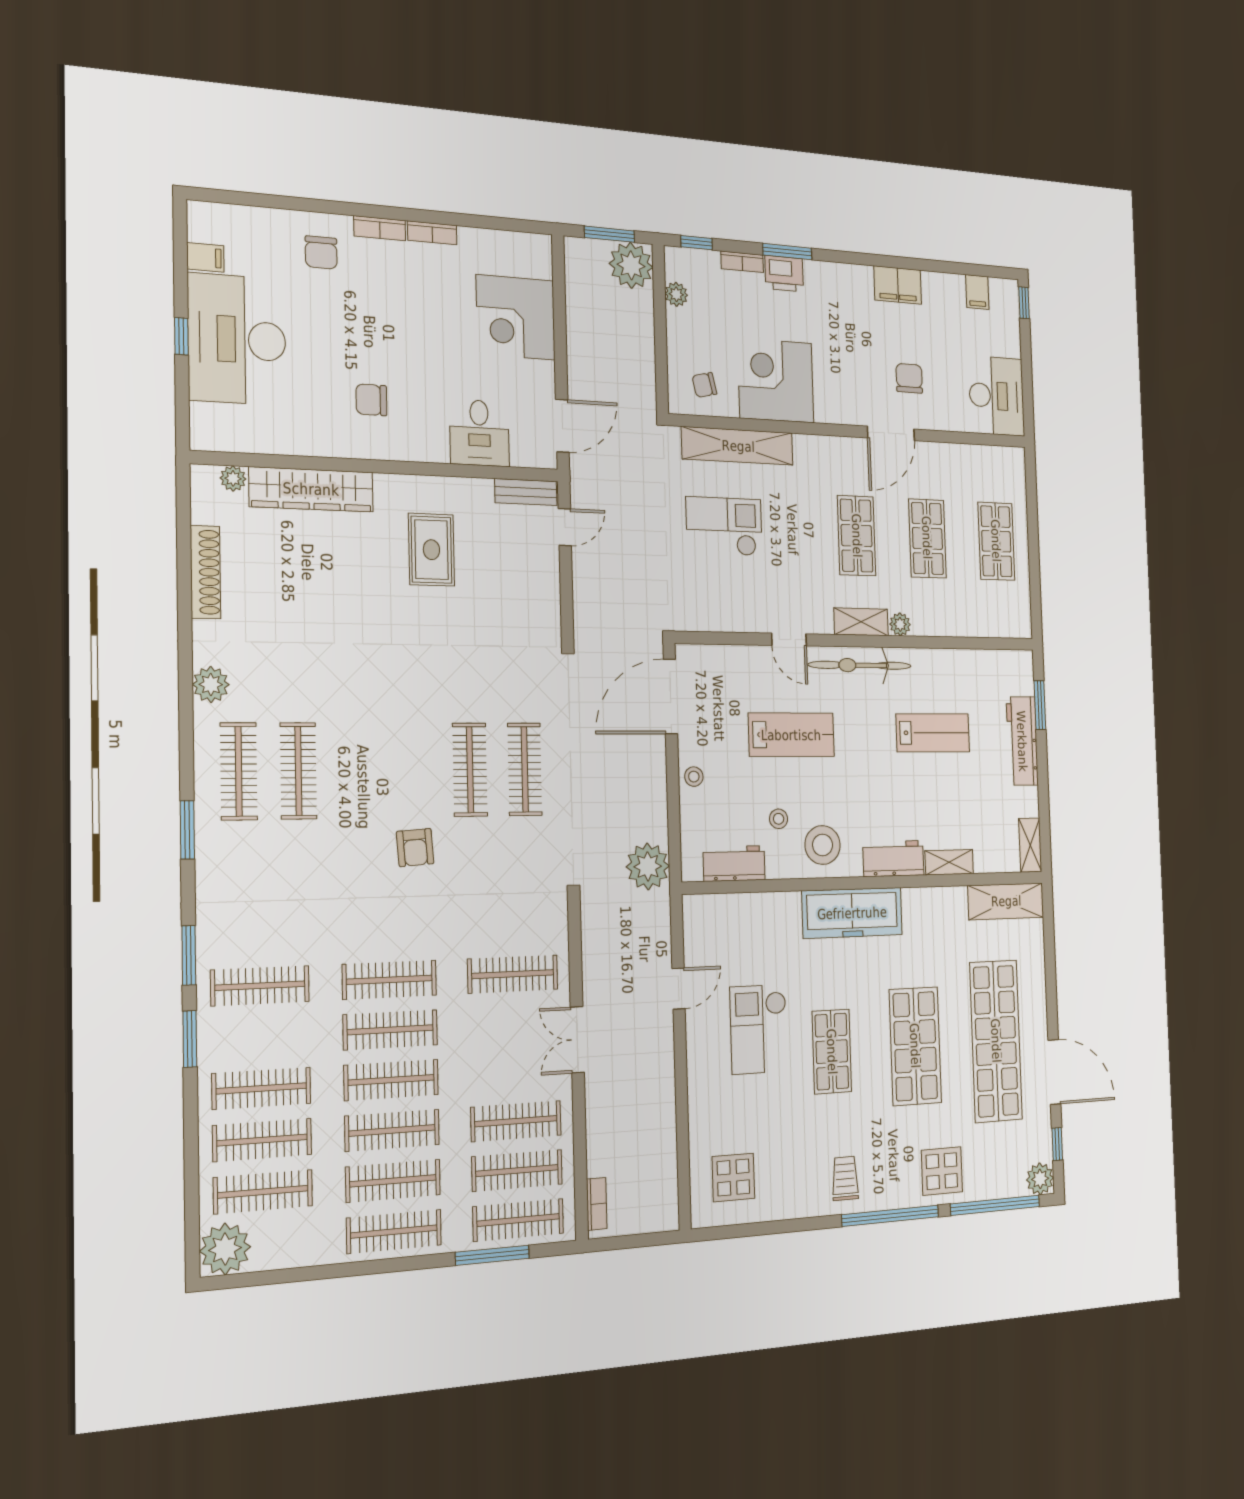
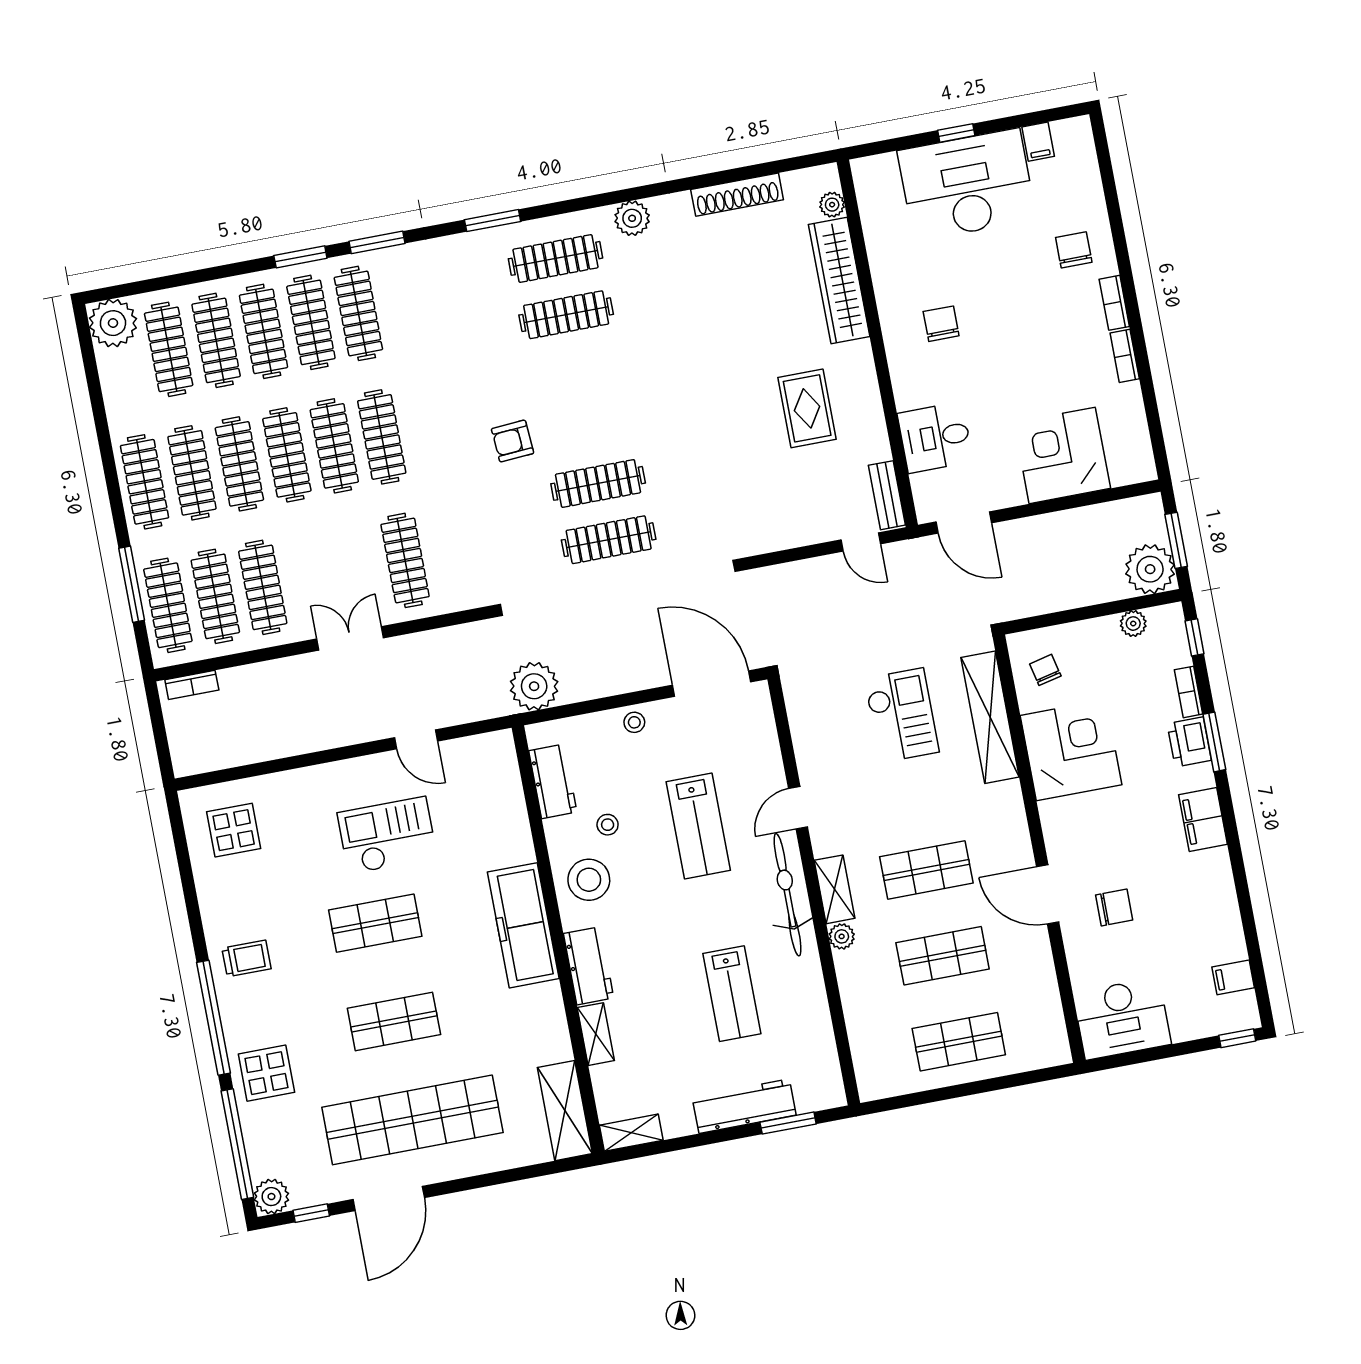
chair: (321, 253) -> (1074, 250), turned 90
filing cabinet: (898, 285) -> (1203, 819), moved
rug: (431, 550) -> (807, 408), turned 90
clothes rail: (261, 1037) -> (311, 322), added
shop shelf: (915, 1046) -> (394, 1021), width x0.70, depth x0.74

